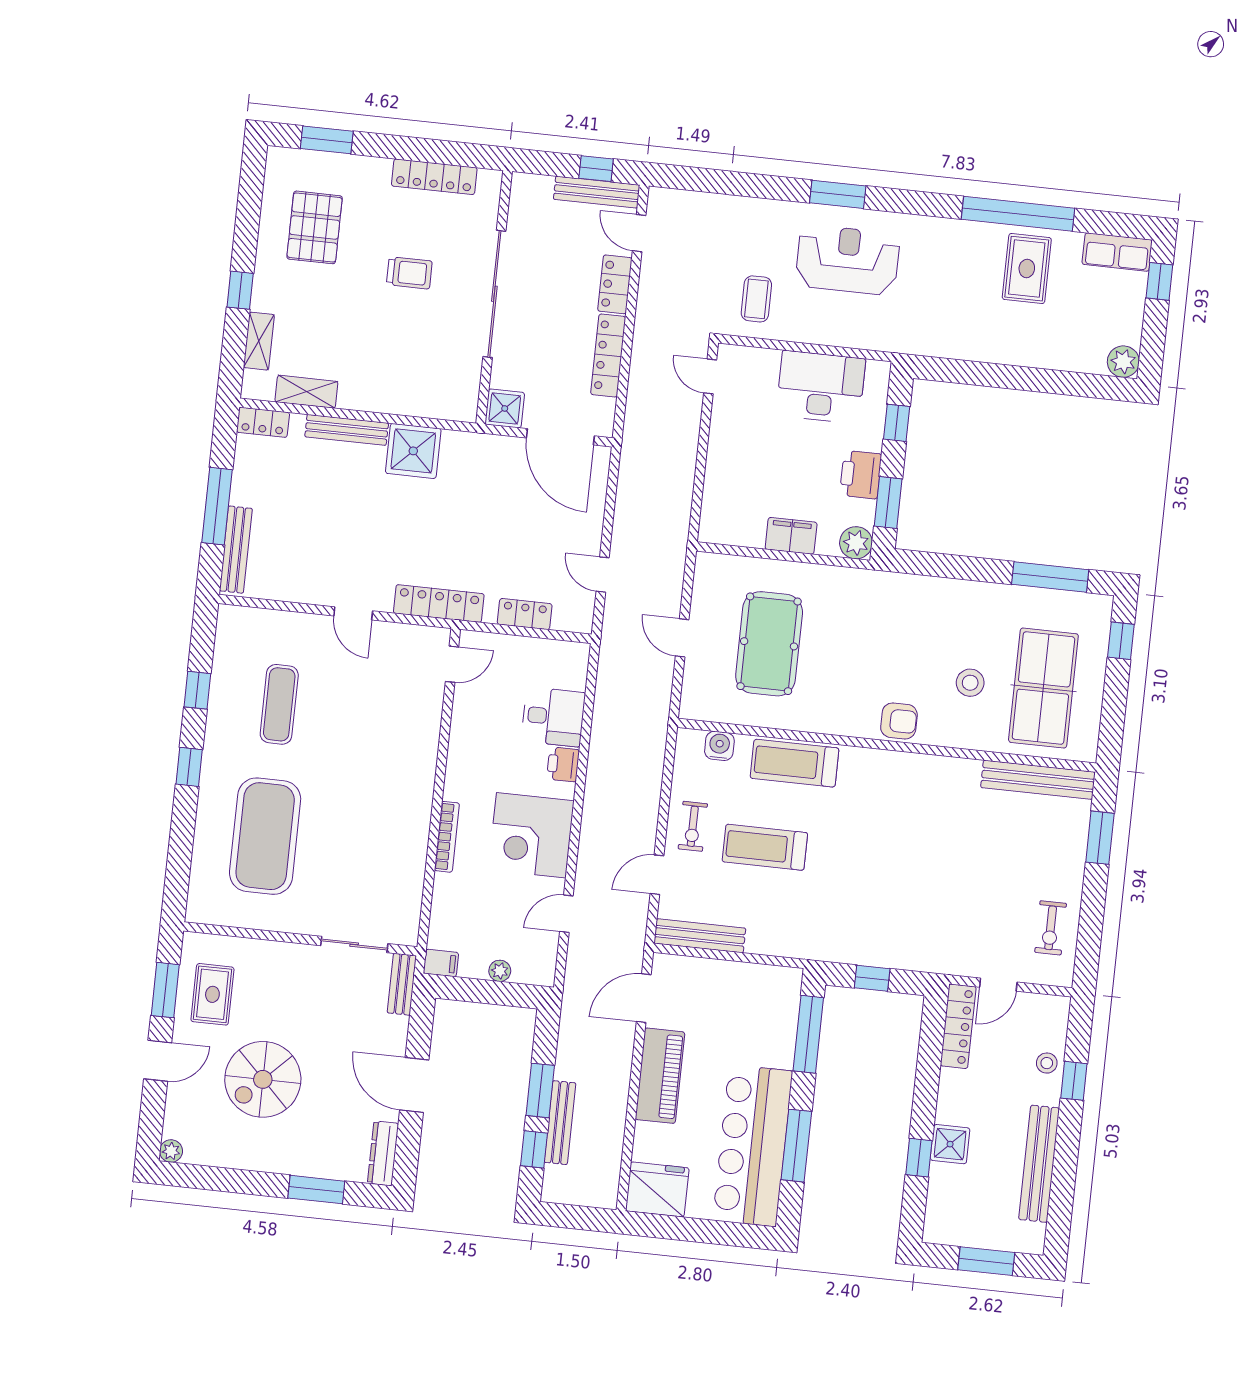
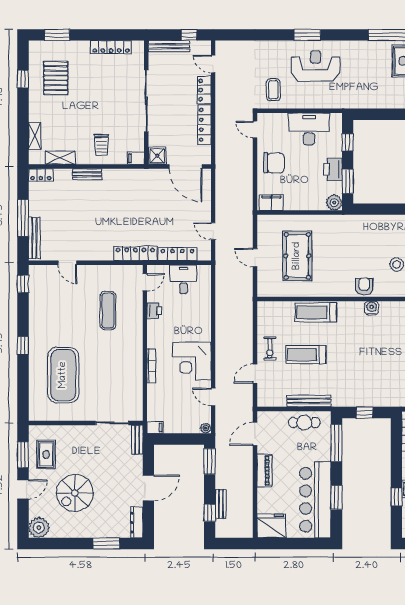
bench: (597, 192) -> (169, 46), moved
trolley: (409, 273) -> (101, 145), moved, turned 90
window: (240, 290) -> (23, 79), moved
filing cabinet: (461, 409) -> (136, 158), added
bench: (347, 430) -> (87, 174), width x0.73
chair: (742, 449) -> (274, 163), added
shower: (413, 451) -> (115, 181), removed
filing cabinet: (791, 536) -> (271, 203), moved
door: (353, 613) -> (67, 263), moved
locker: (525, 614) -> (177, 254), width x1.53
window: (197, 690) -> (23, 284), moved
exercise mat: (279, 704) -> (108, 311), moved
desk: (553, 717) -> (183, 279), moved, turned -90
armchair: (899, 721) -> (364, 287), turned -90
water cooler: (719, 746) -> (372, 308), moved
printer: (563, 764) -> (154, 311), moved, turned 180
door: (566, 914) -> (213, 397), hinge flipped
bench: (700, 936) -> (309, 401), moved
plant: (500, 971) -> (206, 428), moved
cafe table: (747, 986) -> (304, 423), added
piano: (660, 1076) -> (264, 471), width x0.73, depth x0.75
door: (414, 1085) -> (148, 488), swing flipped
window: (540, 1090) -> (210, 461), moved
bench: (560, 1123) -> (221, 504), width x0.73
window: (796, 1146) -> (336, 497), width x0.69
plant: (171, 1151) -> (39, 528), width x1.88, depth x1.88

